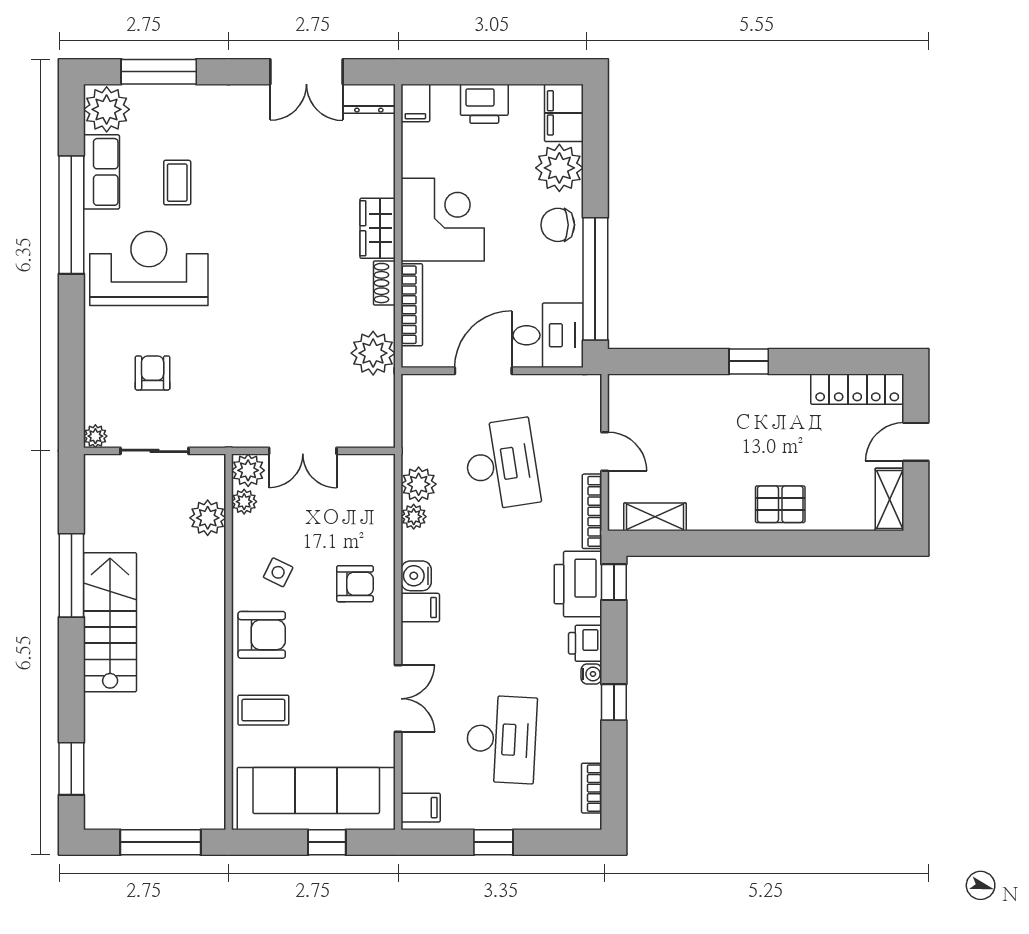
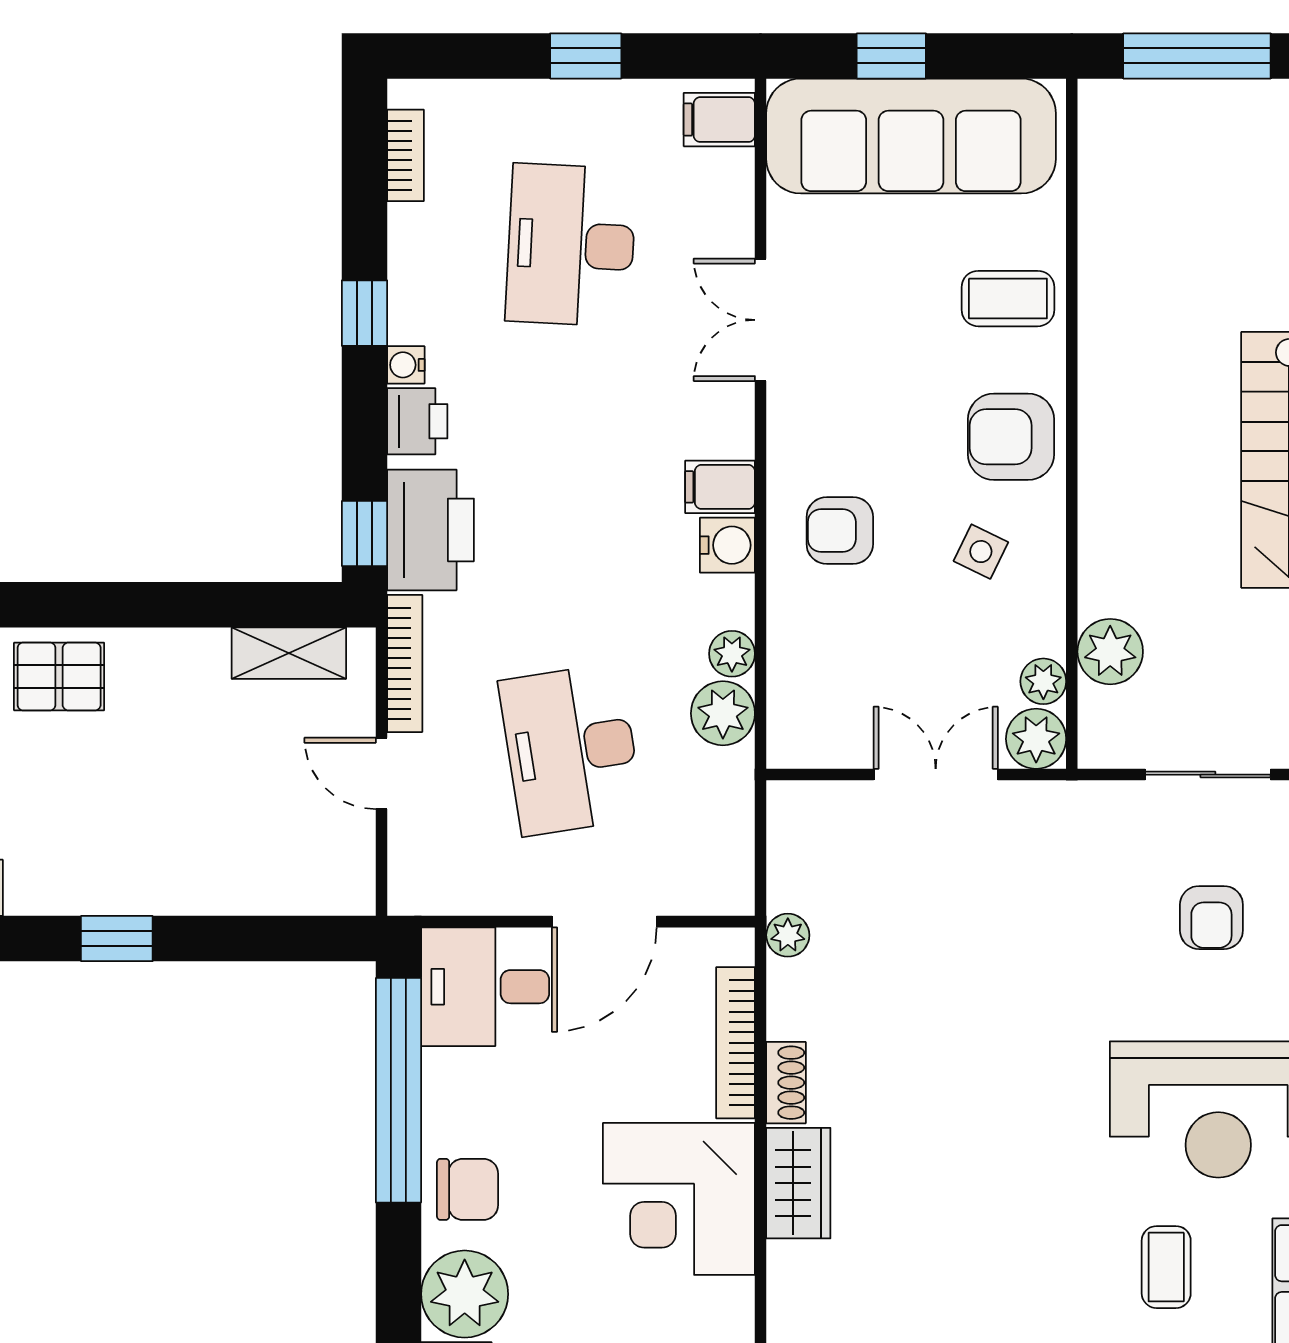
plant: (373, 353) -> (788, 935), width x0.53, depth x0.53

